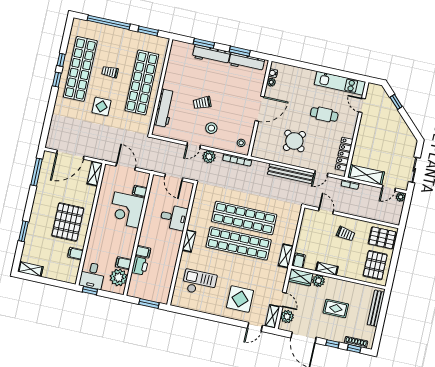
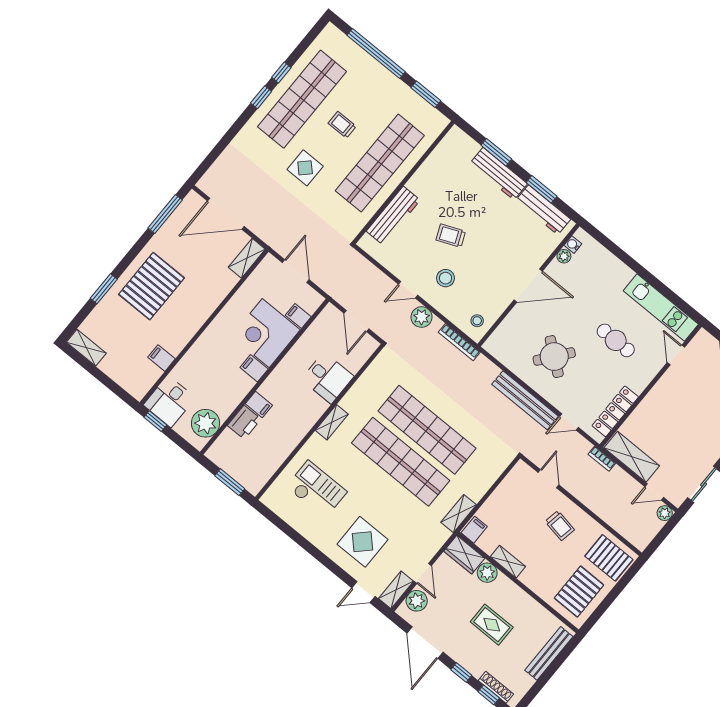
pallet: (68, 222) -> (151, 286), moved
filing cabinet: (123, 263) -> (254, 368), moved

